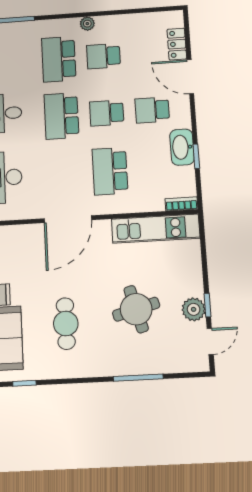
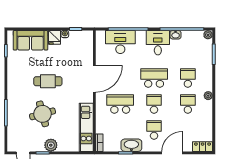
locker: (177, 44) -> (203, 147), moved
school desk: (59, 59) -> (188, 78), width x0.54
door: (68, 219) -> (94, 79), swing flipped
plant: (194, 309) -> (51, 145), moved
cafe table: (66, 324) -> (48, 81), moved

